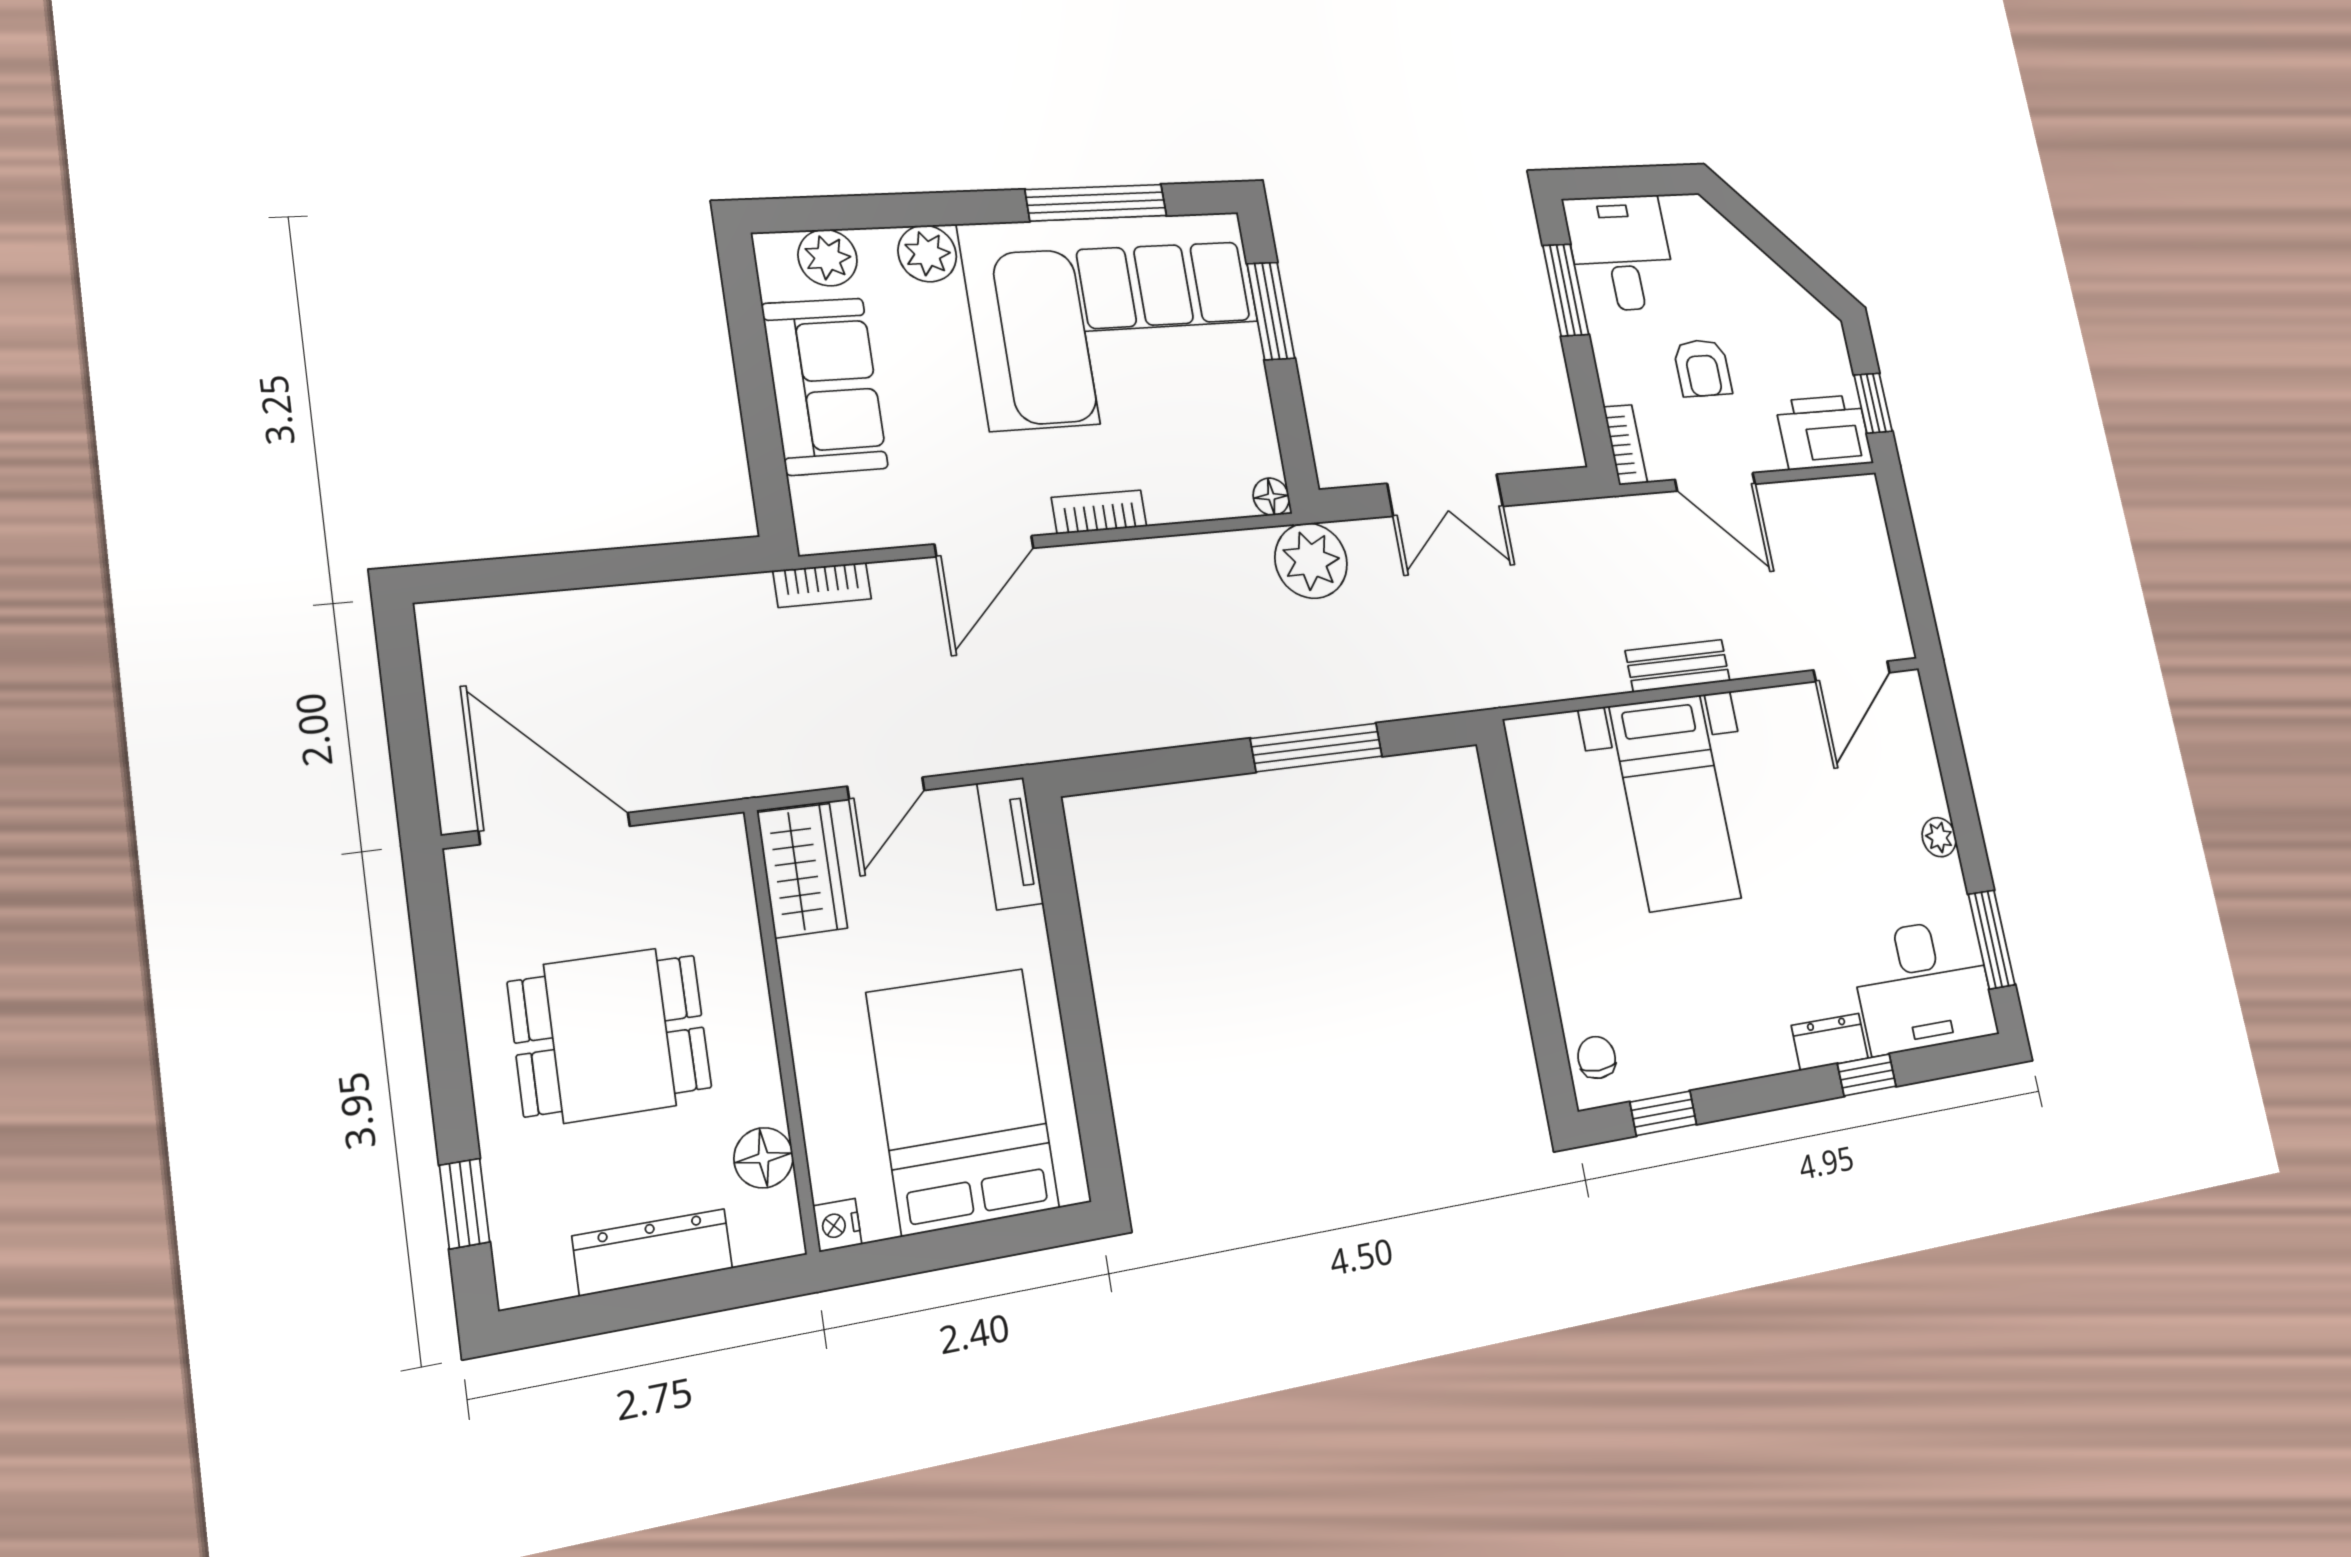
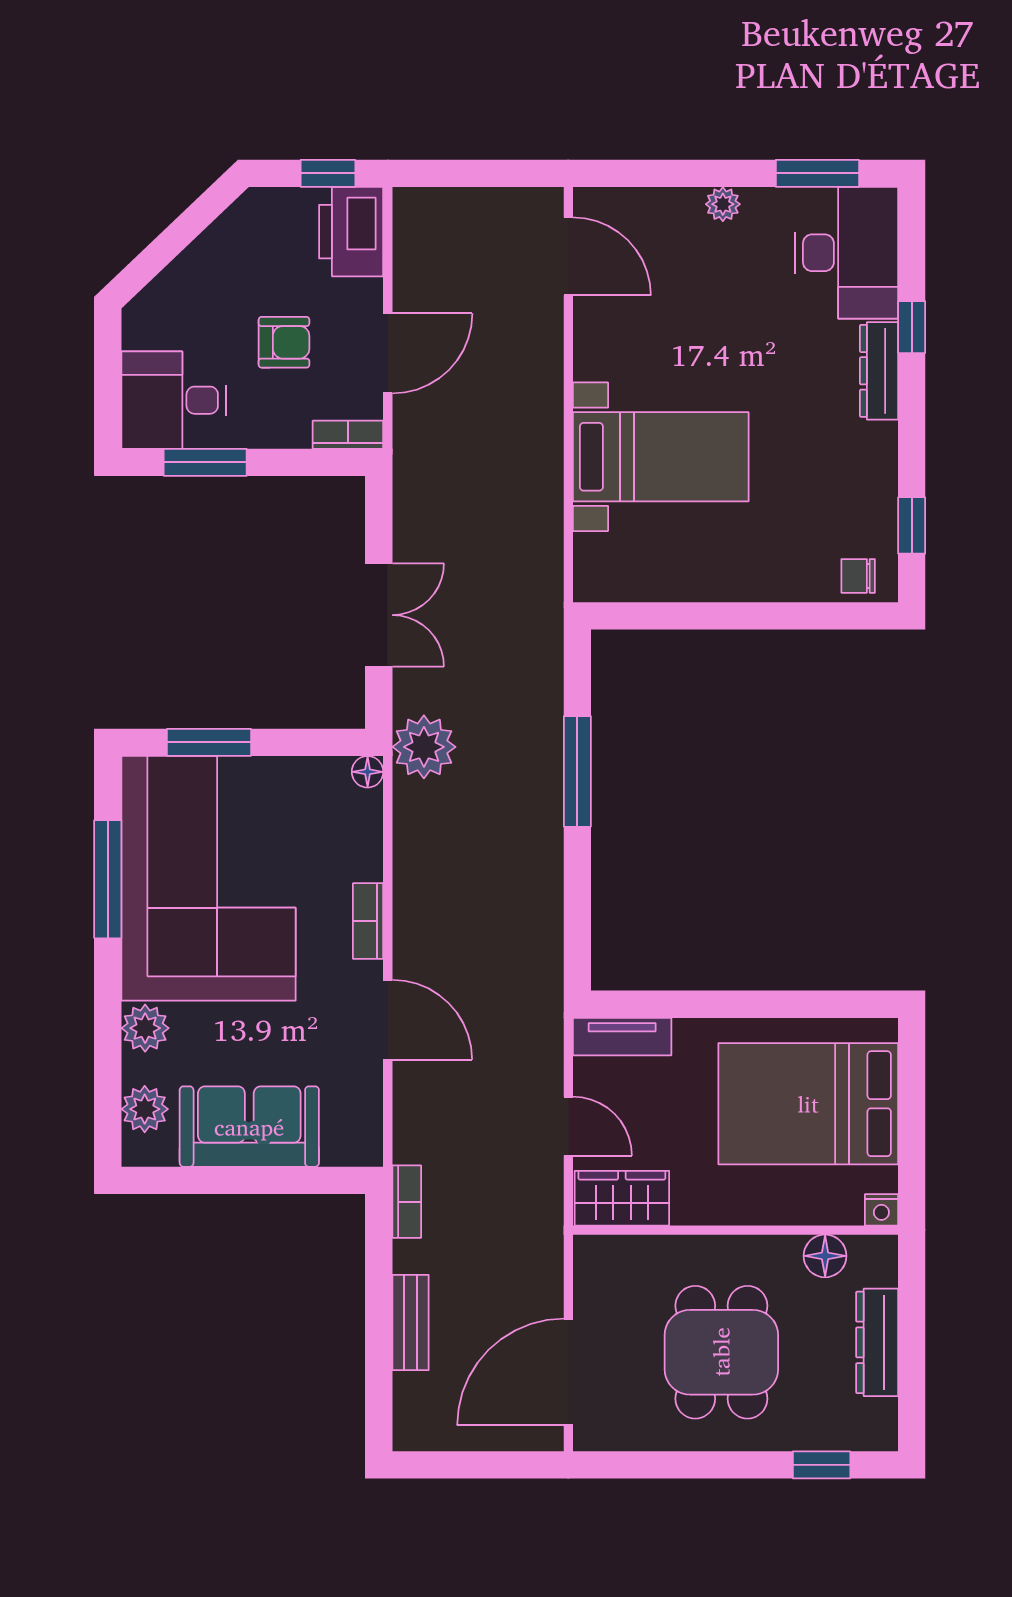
bookcase: (822, 585) -> (407, 1202), moved
bench: (1678, 666) -> (410, 1322), moved
dresser: (1830, 1042) -> (879, 371), width x1.44

